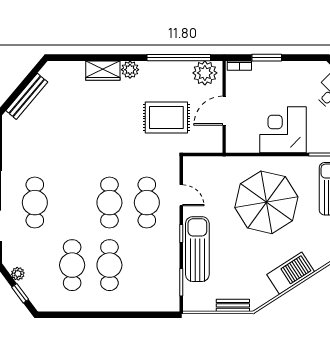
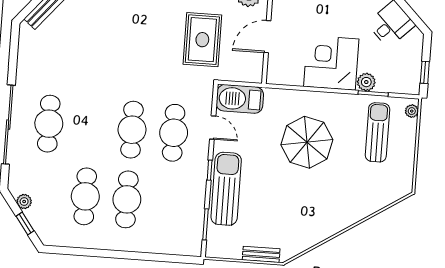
rug: (166, 118) -> (202, 40), turned 90
plant: (315, 145) -> (366, 82), added
parasol: (266, 202) -> (307, 142), width x0.73, depth x0.73
barbecue: (291, 273) -> (240, 99), moved, turned -147

